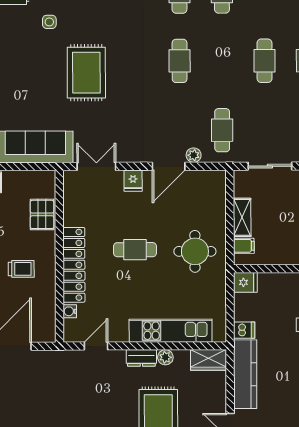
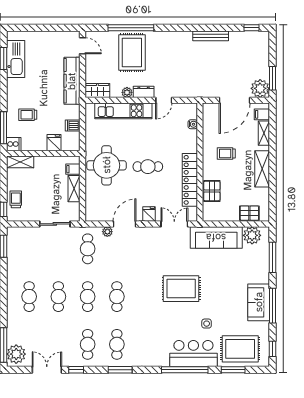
cafe table: (222, 61) -> (88, 297), added
rug: (86, 73) -> (181, 289), turned 90
double door: (96, 166) -> (174, 224), swing flipped
round table: (195, 251) -> (107, 165), width x1.36, depth x1.36
locker: (74, 265) -> (190, 180), moved
fridge: (245, 282) -> (54, 143), moved, turned 90
dishwasher: (244, 330) -> (73, 126), moved
door: (96, 346) -> (164, 100), moved

